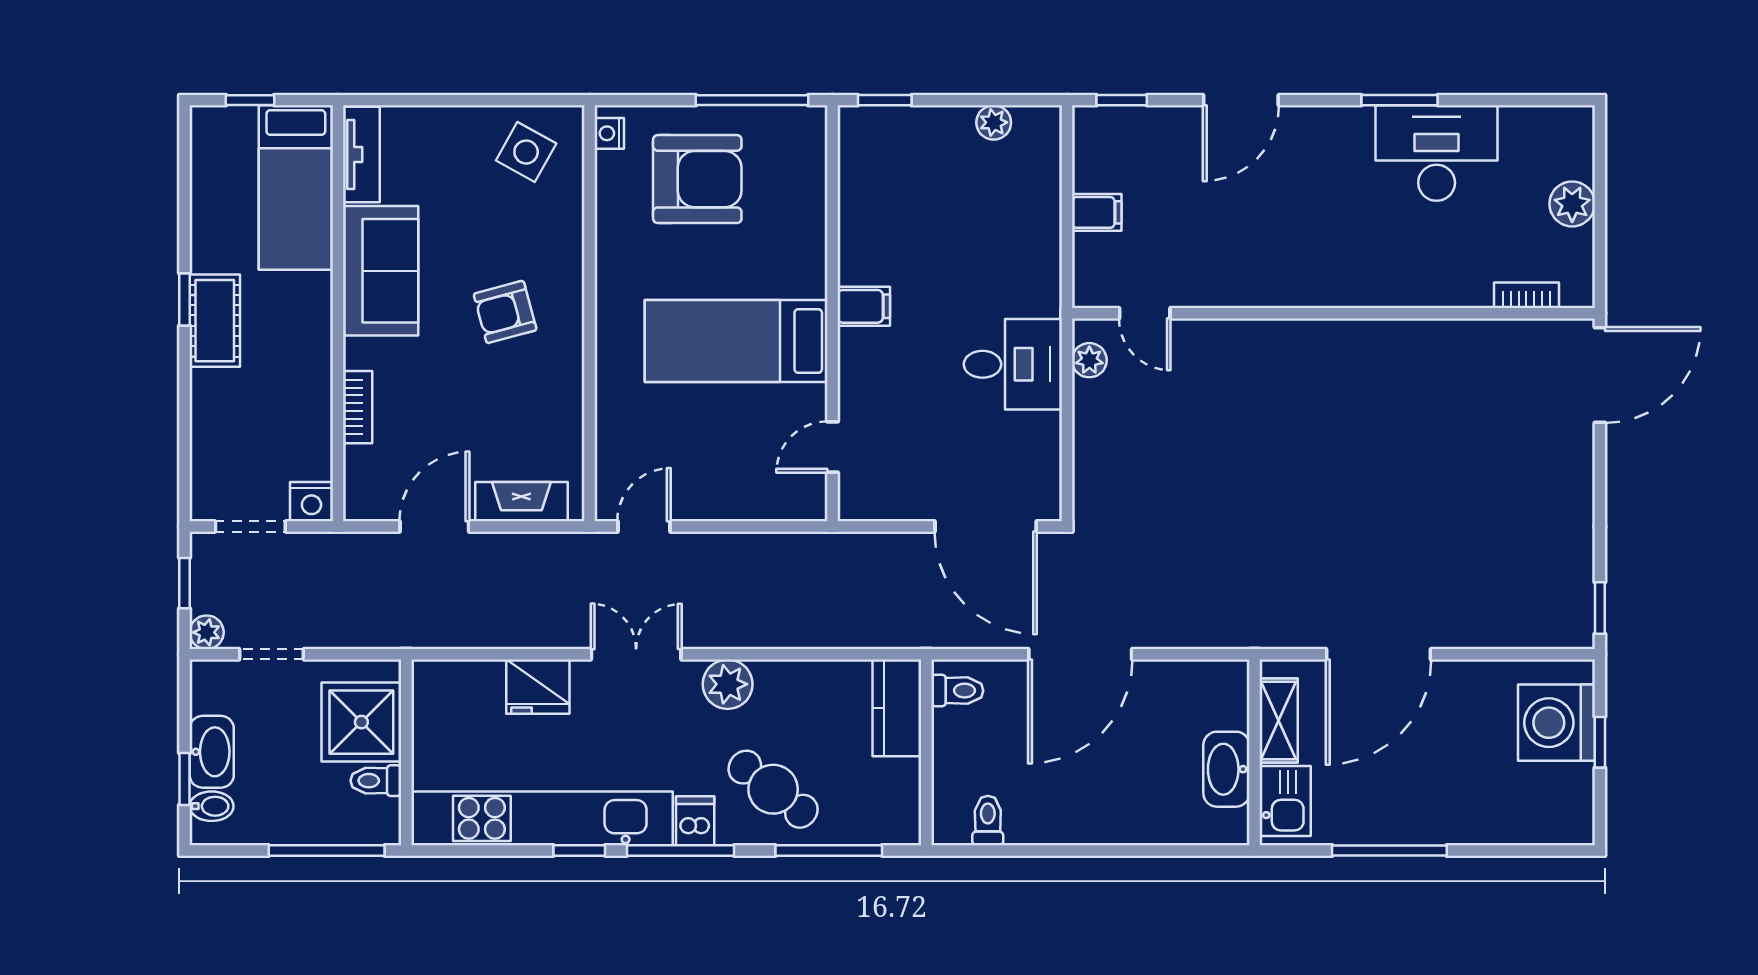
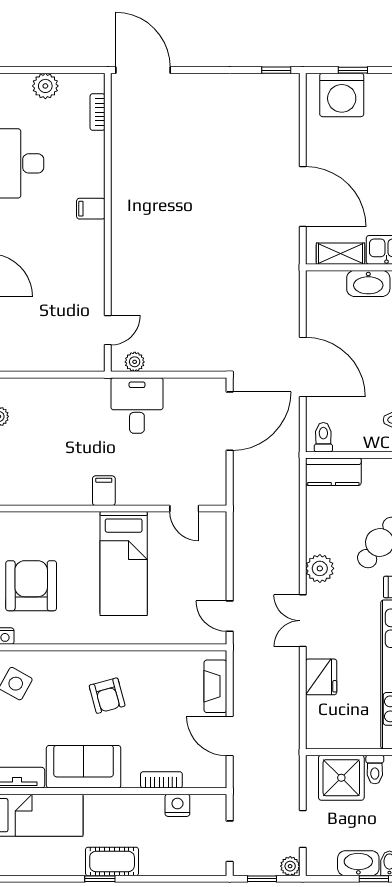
filing cabinet: (1097, 212) -> (91, 209), moved, turned -90
nightstand: (311, 502) -> (177, 805), moved, turned -90

